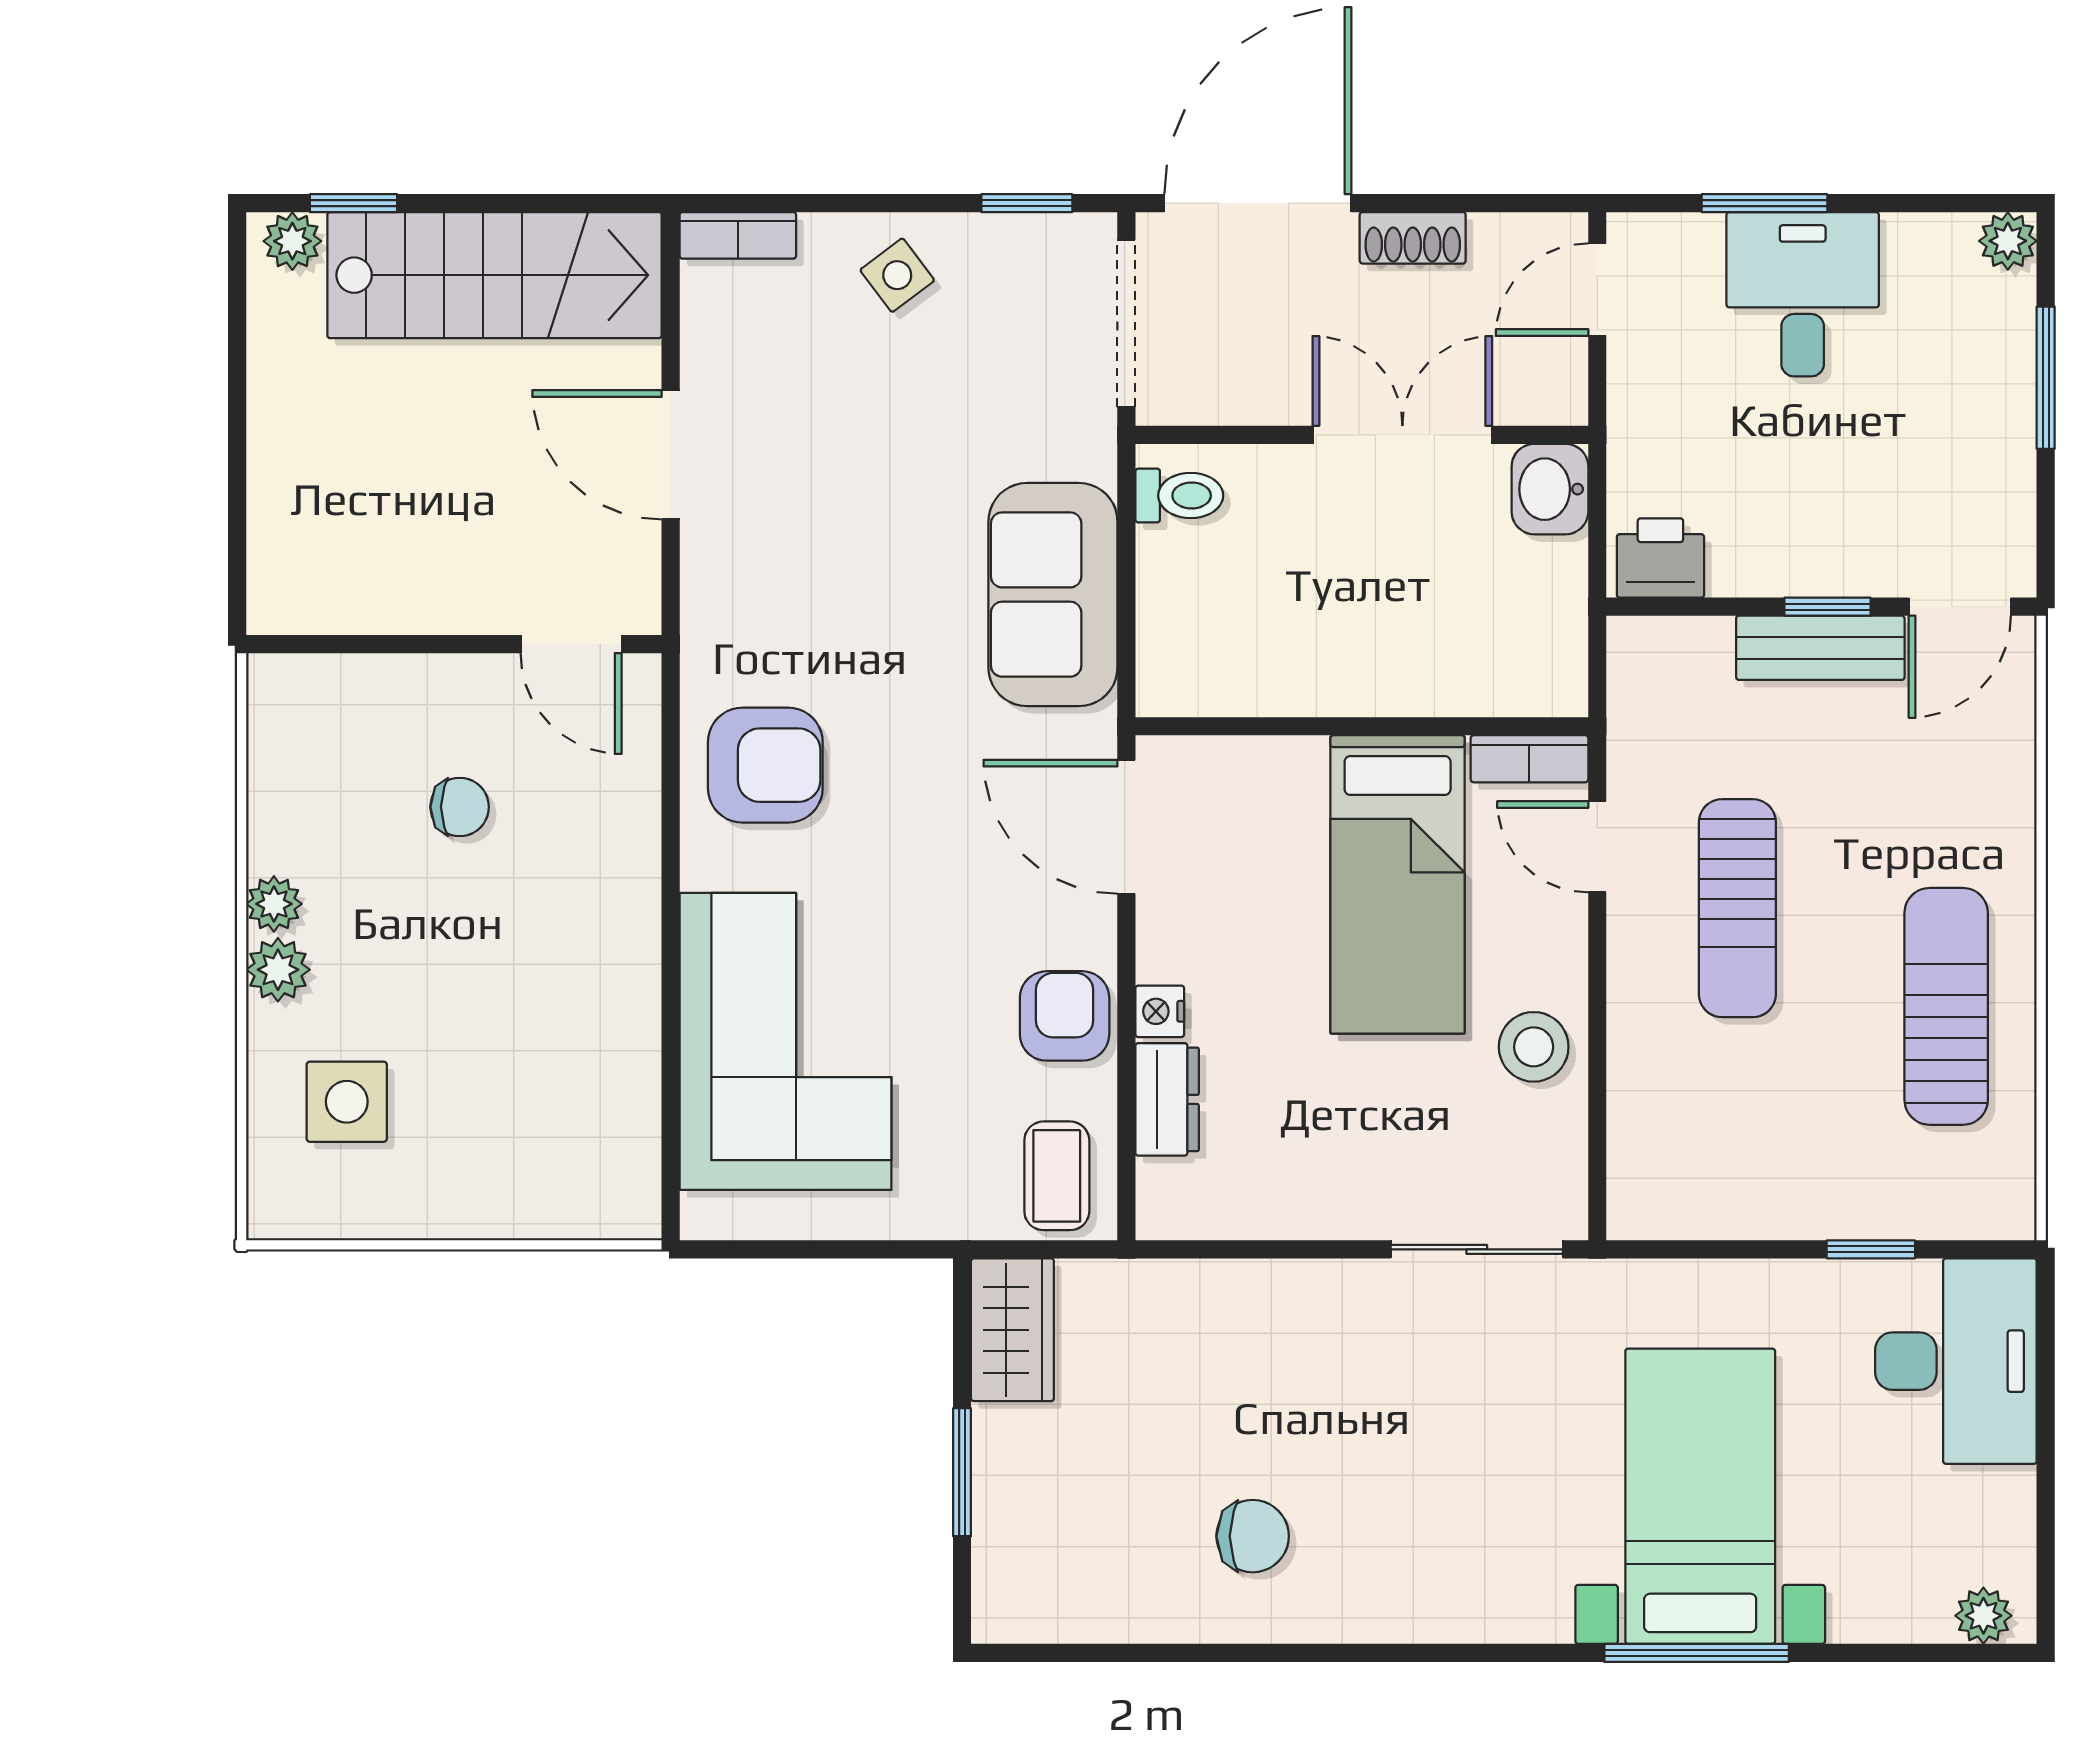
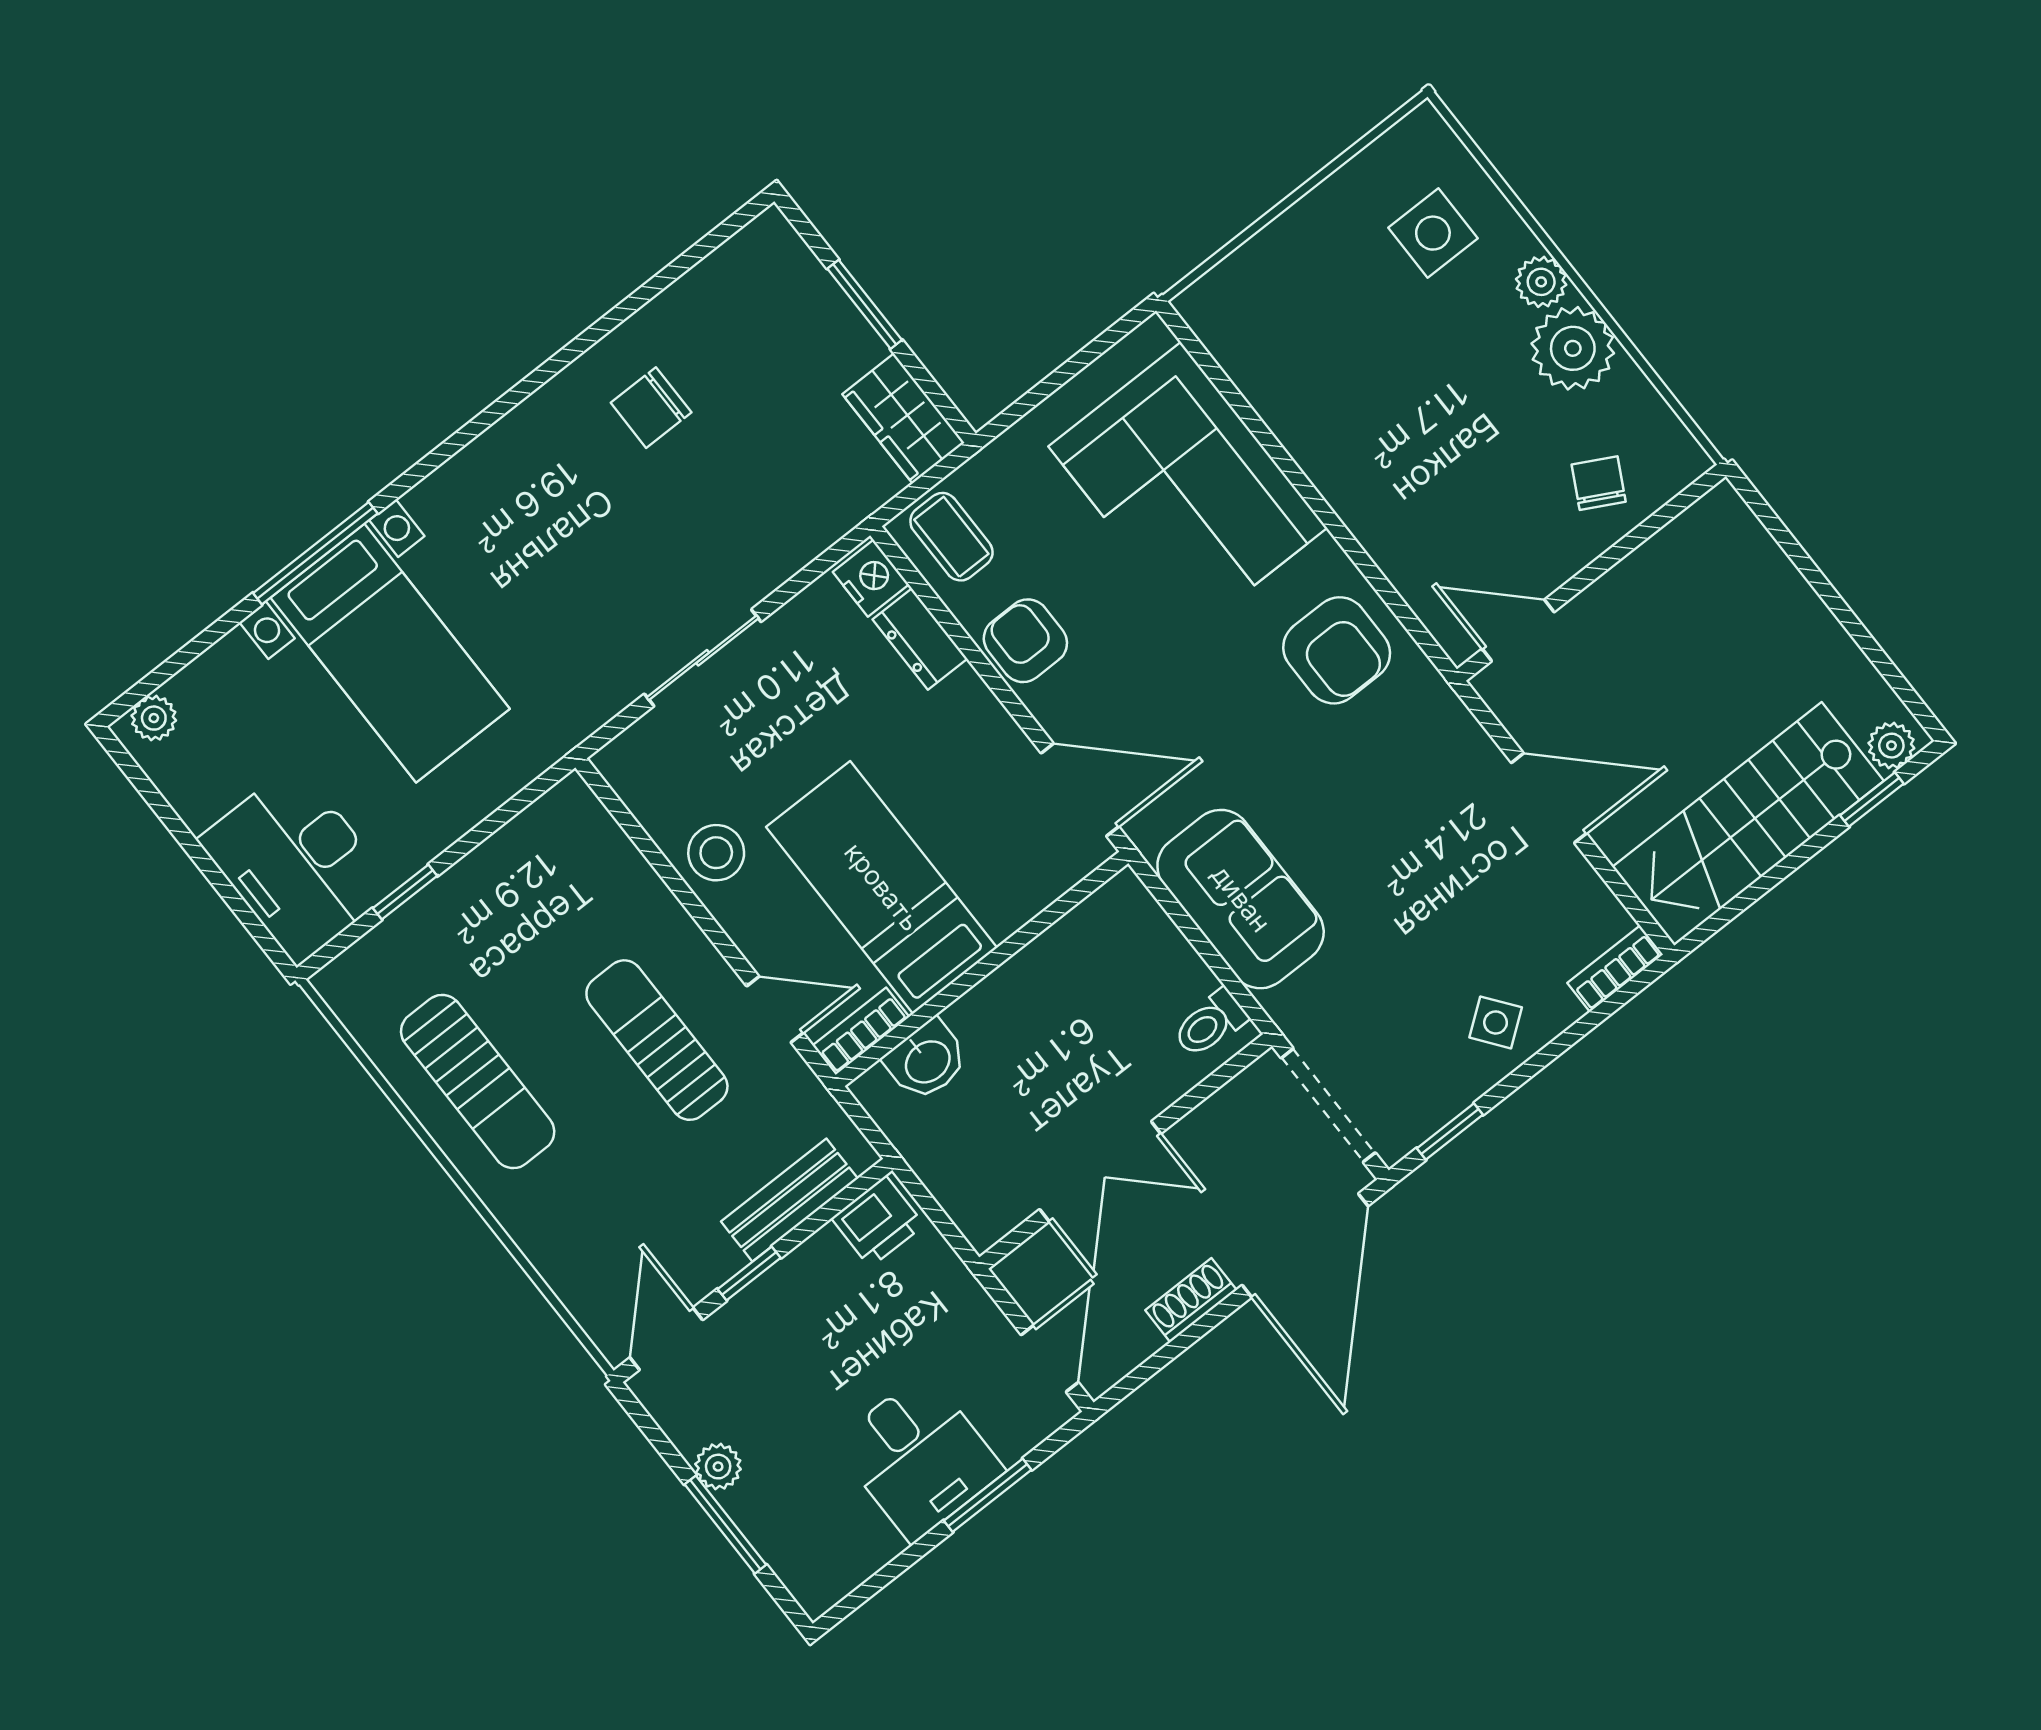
plant: (2008, 241) -> (718, 1467), moved
washbasin: (1550, 489) -> (927, 1060), moved, turned 90
bench: (1820, 648) -> (789, 1200), moved
armchair: (765, 765) -> (1337, 650), turned -90
chair: (460, 807) -> (1599, 483), moved, turned 118
plant: (274, 904) -> (1573, 348), width x1.87, depth x1.87
nightstand: (1160, 1011) -> (871, 578), moved, width x1.39, depth x1.35
armchair: (1065, 1016) -> (1025, 641), turned 180
sliding door: (1477, 1249) -> (703, 658), moved

